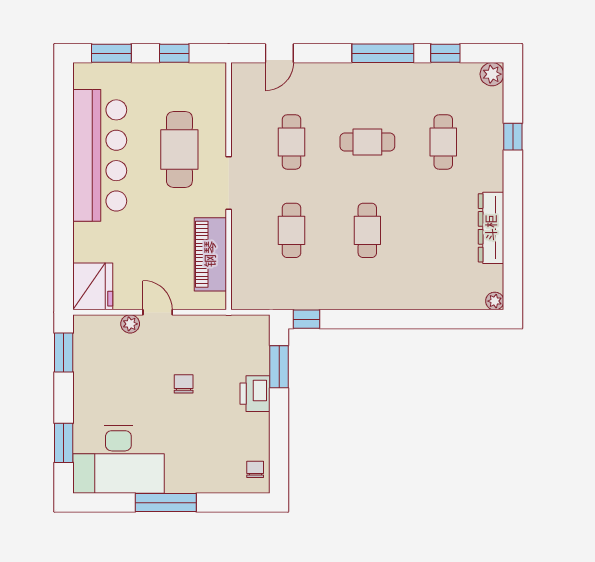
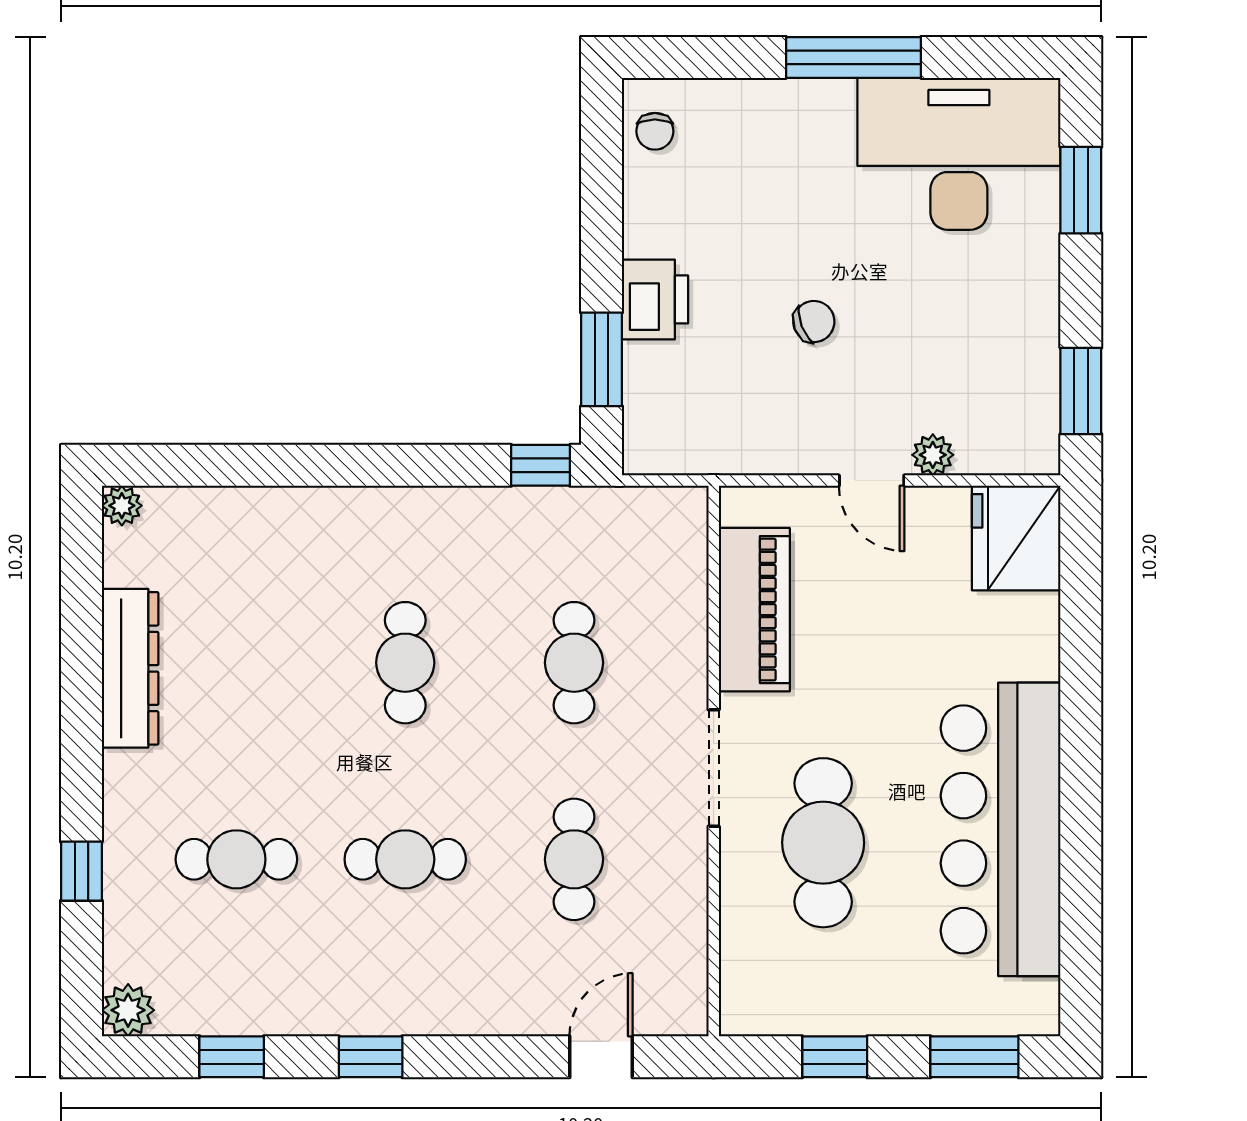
window: (383, 53) -> (371, 1057), width x0.46
cafe table: (443, 142) -> (236, 859), turned 90
chair: (184, 384) -> (814, 322), turned -111

